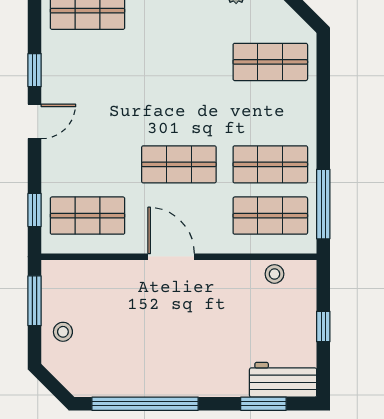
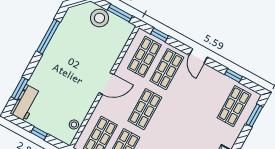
window: (35, 70) -> (233, 75), moved
shop shelf: (87, 164) -> (167, 69), added
stool: (63, 332) -> (99, 18), width x1.89, depth x1.89
window: (145, 404) -> (48, 37), width x0.68

